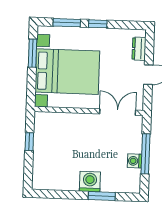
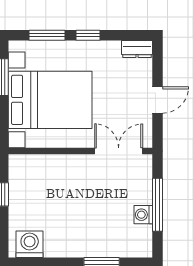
dresser: (139, 49) -> (137, 49), moved, turned -90
washing machine: (90, 182) -> (30, 244), moved

